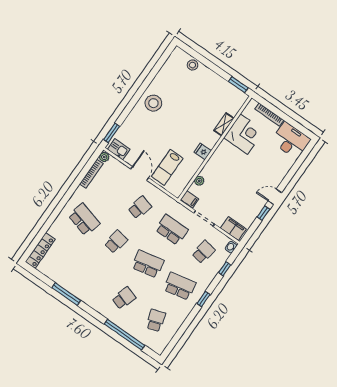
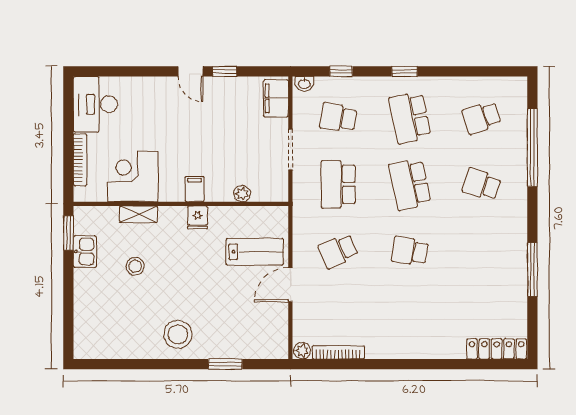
stool: (193, 65) -> (135, 266), moved
window: (112, 133) -> (225, 364), moved
kitchen sink: (119, 149) -> (85, 252), moved, turned 180
filing cabinet: (190, 199) -> (195, 189), moved
school desk: (140, 207) -> (338, 251), turned -39
school desk: (84, 219) -> (410, 318), removed

